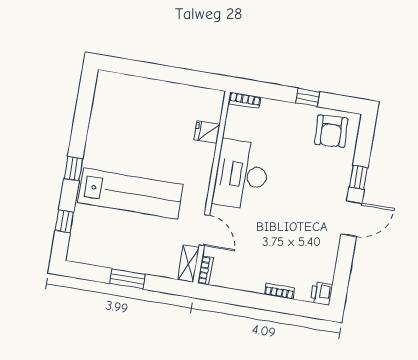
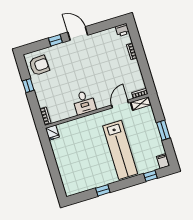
fridge: (207, 132) -> (52, 133), moved
window: (73, 169) -> (103, 190), moved
desk: (241, 175) -> (84, 102), width x0.53, depth x0.77
lab bench: (131, 194) -> (120, 150), turned 180
filing cabinet: (78, 253) -> (163, 161), added

